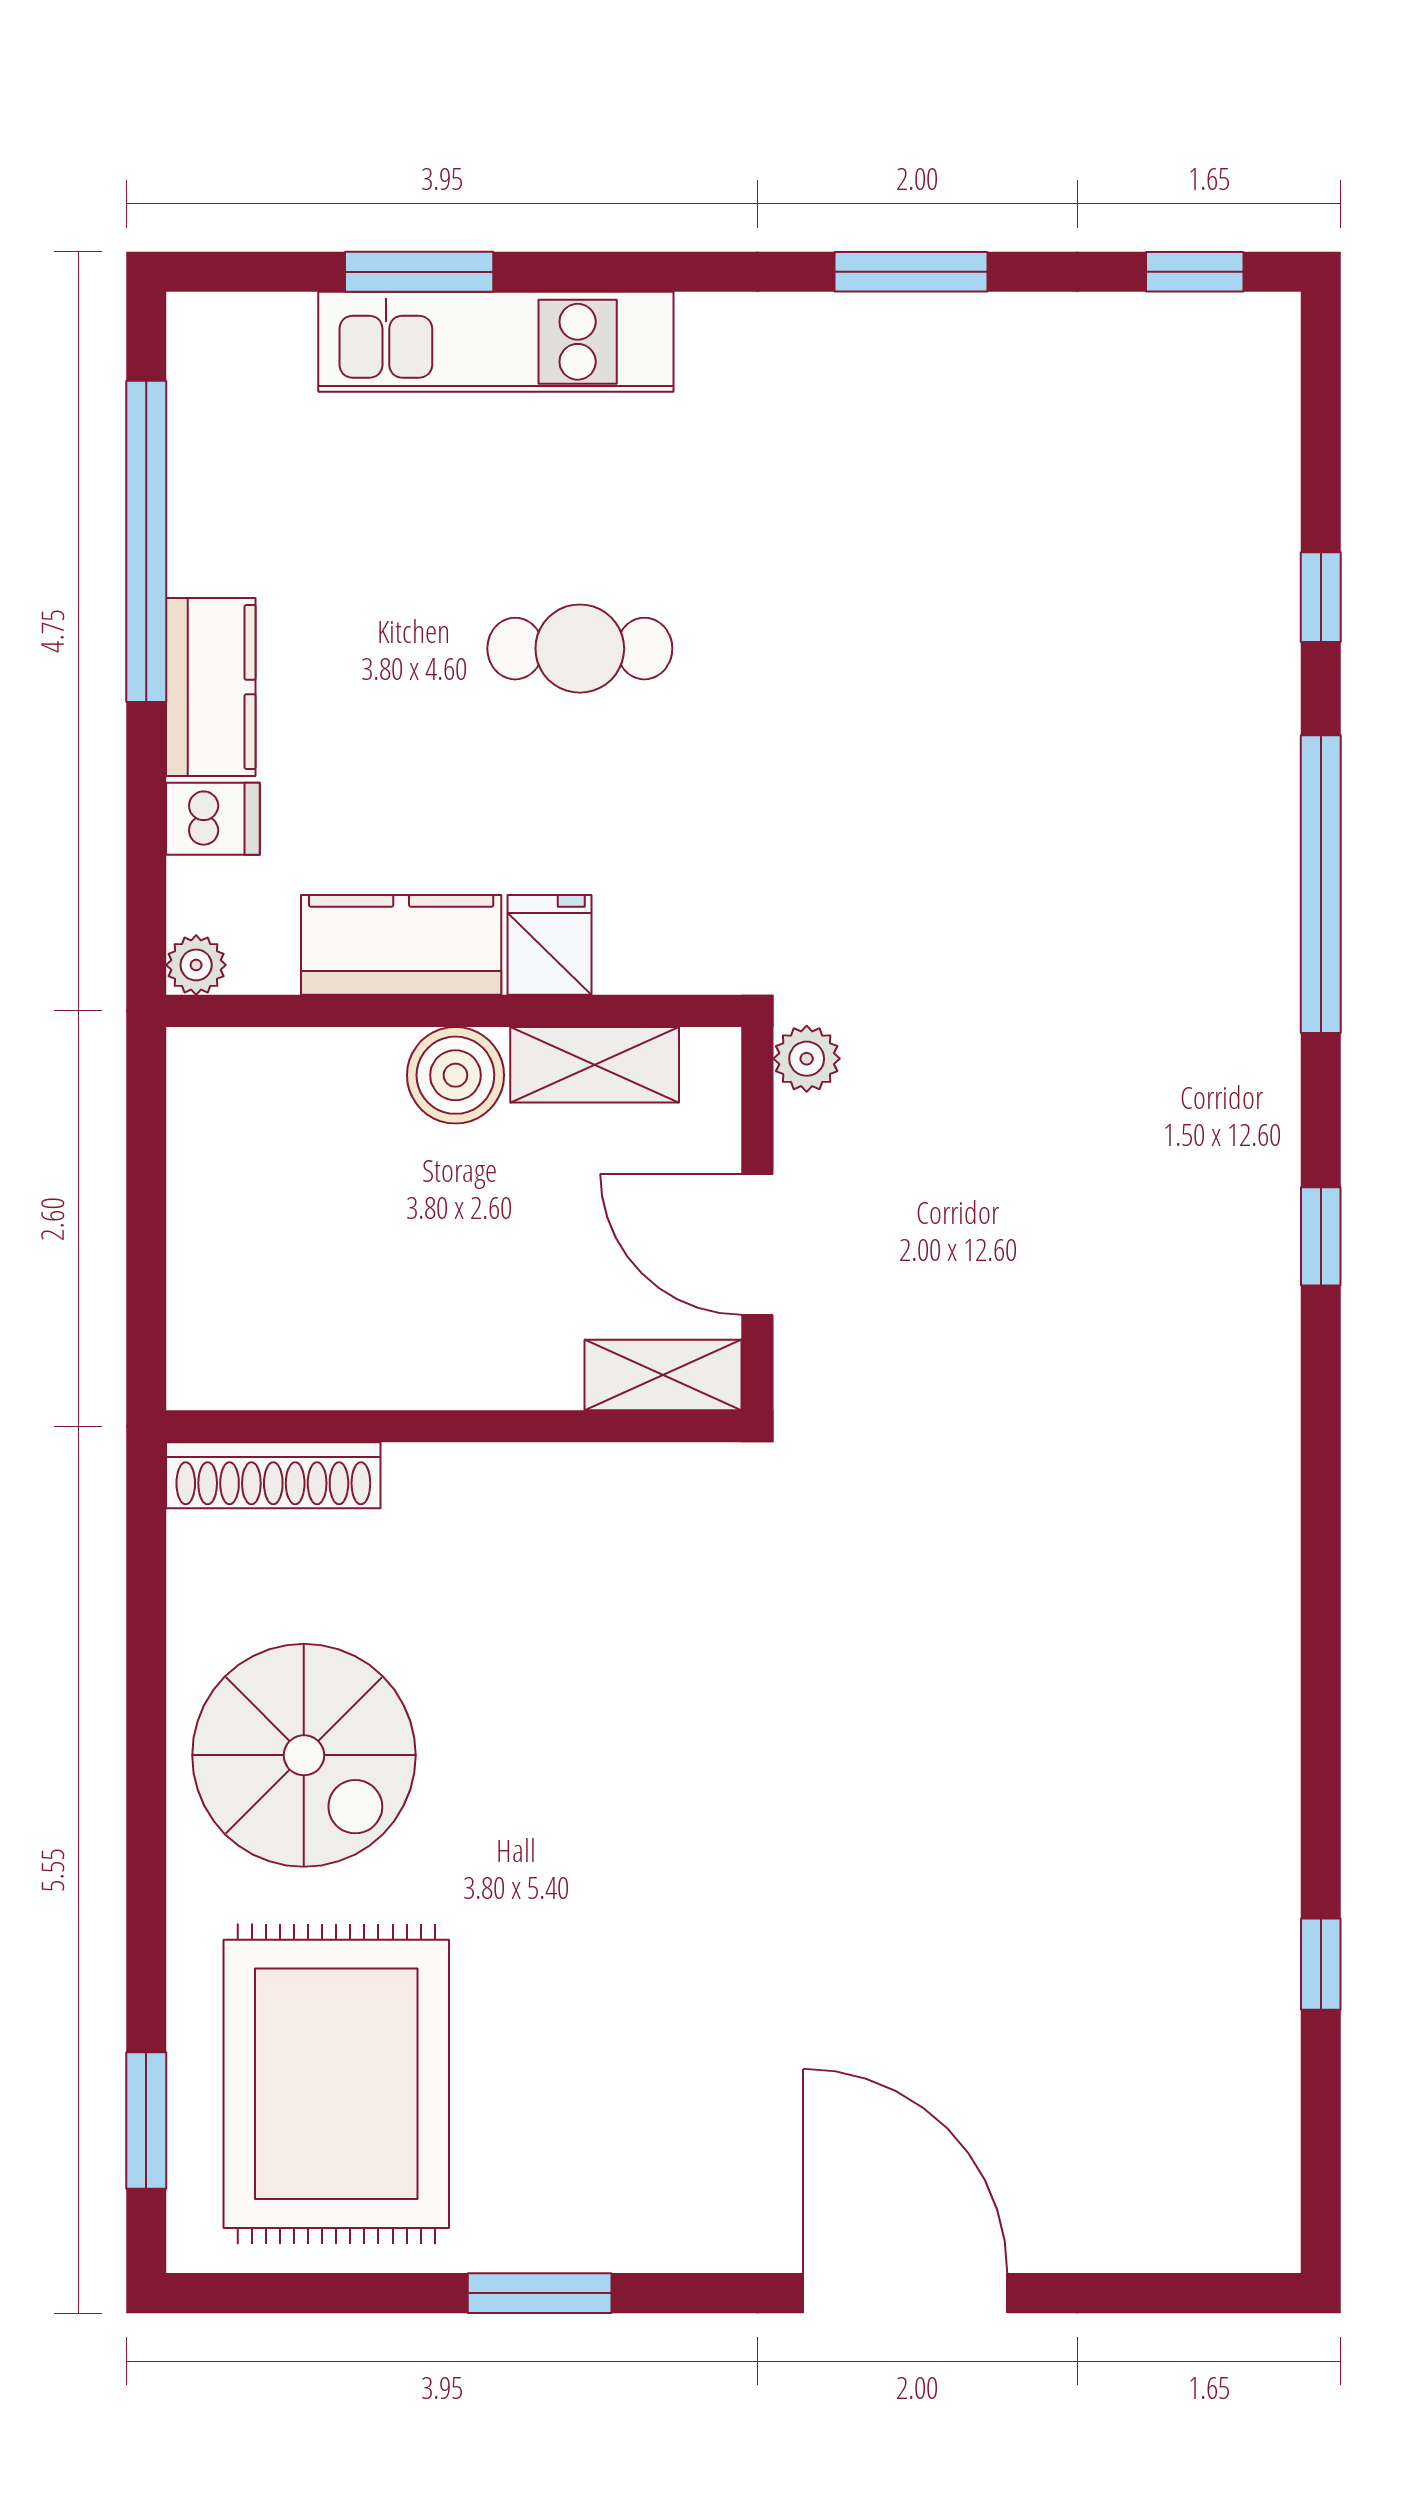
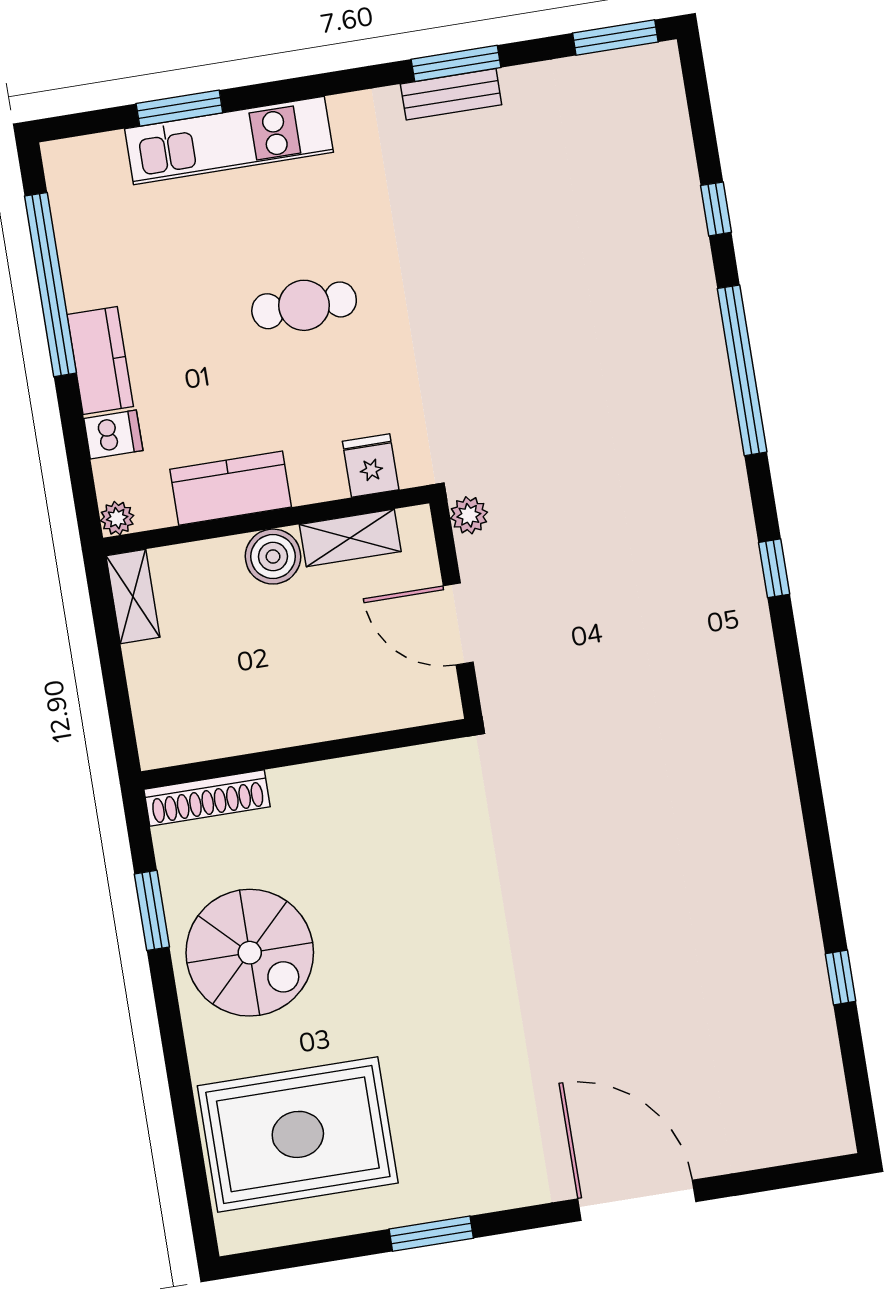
window: (1195, 272) -> (615, 37), width x1.50
bench: (894, 324) -> (451, 94), added
fridge: (550, 945) -> (371, 465), moved
shelving: (663, 1375) -> (133, 597), moved, turned 90
rug: (336, 2084) -> (298, 1134), turned 90
window: (146, 2121) -> (152, 910), moved

